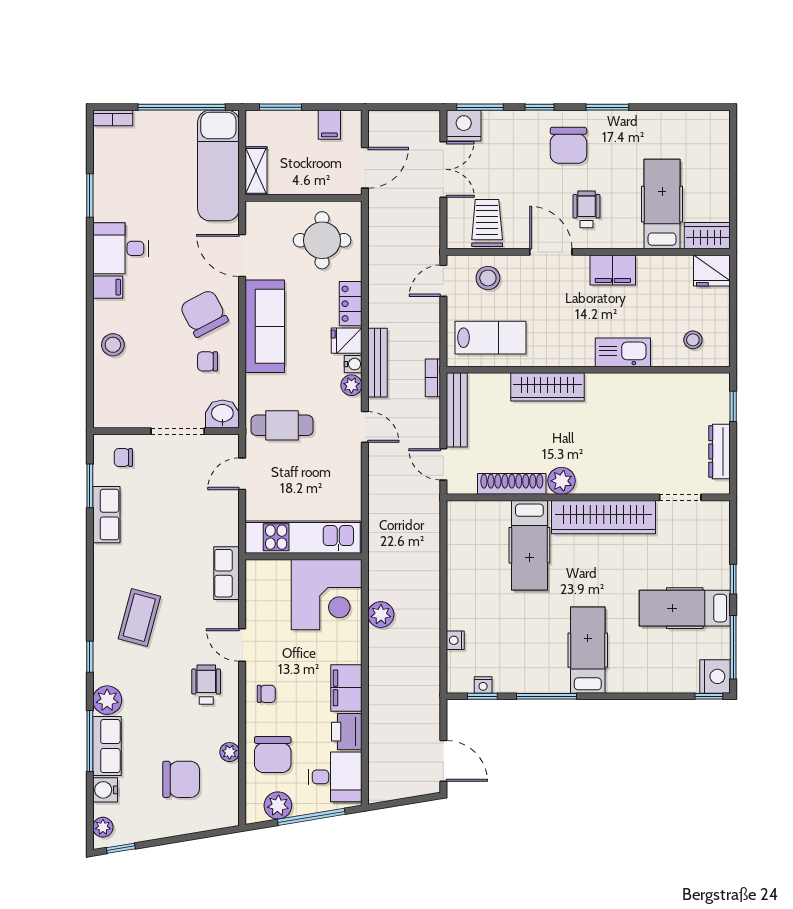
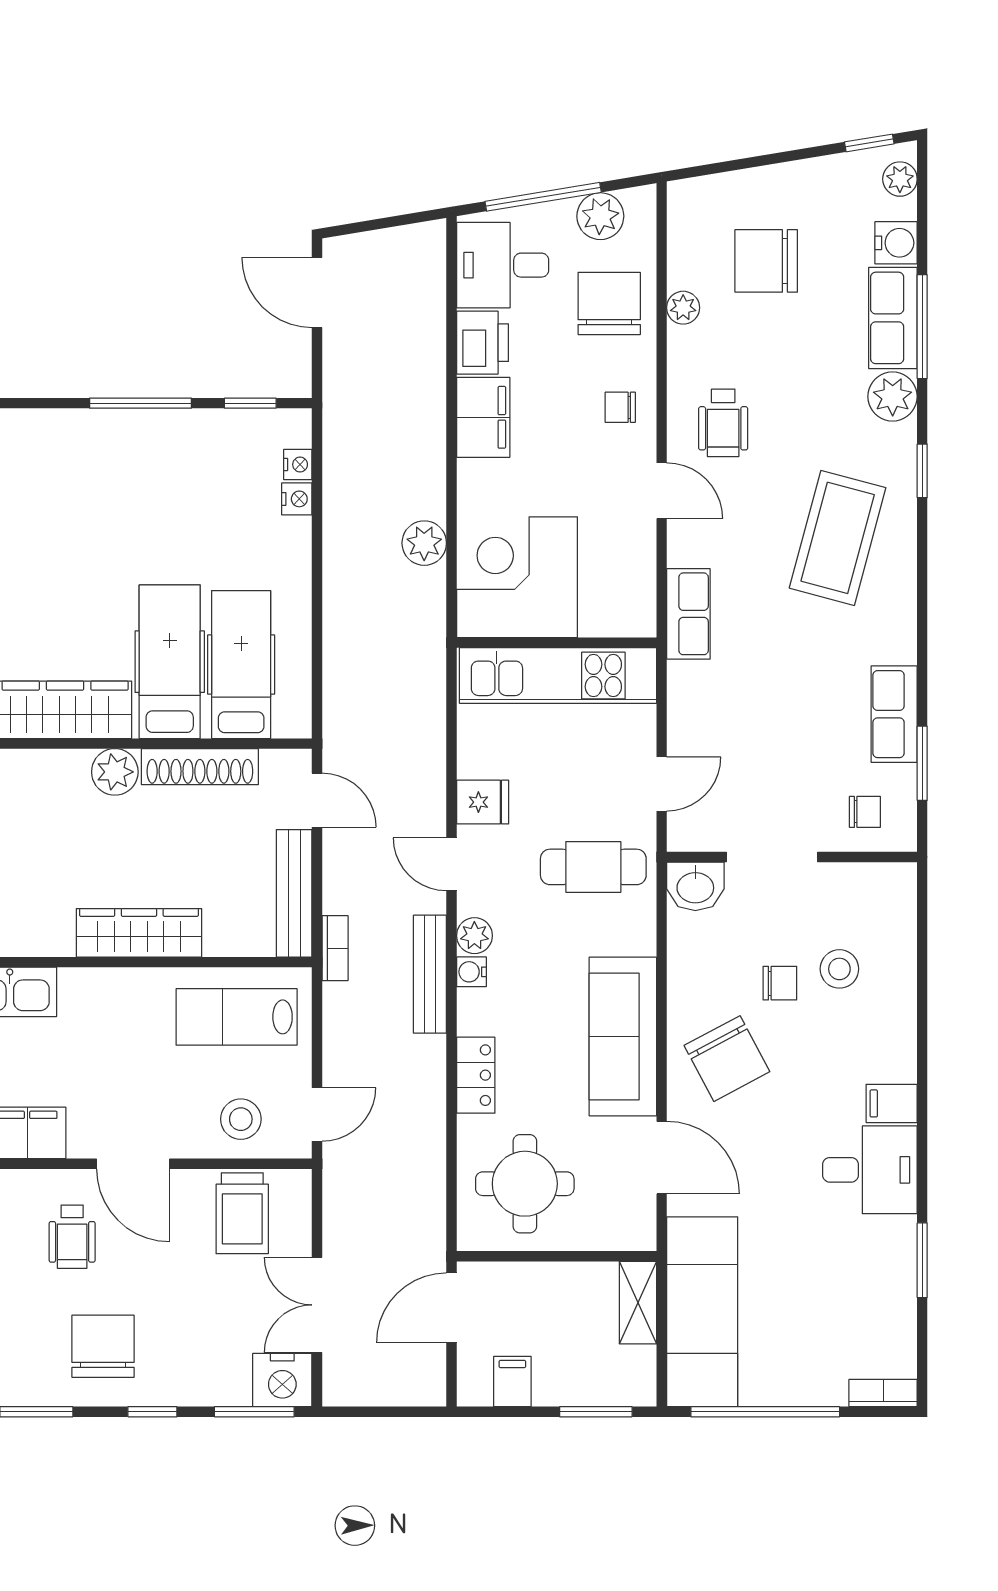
fridge: (347, 341) -> (483, 802), moved
stool: (113, 345) -> (839, 969), moved
chair: (208, 361) -> (780, 983), moved
coffee table: (139, 617) -> (838, 538), width x1.36, depth x1.32
hospital bed: (588, 650) -> (241, 665), moved, turned 180
nightstand: (483, 685) -> (298, 465), moved, turned 90

